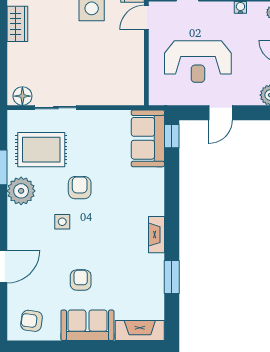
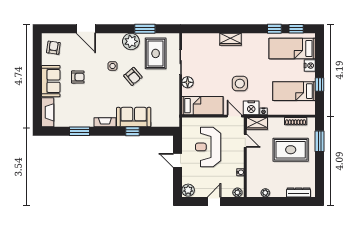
bed: (129, 71) -> (202, 106), added
floor lamp: (22, 96) -> (188, 82), moved
window: (172, 136) -> (133, 131), moved
sofa: (148, 138) -> (134, 117), moved
armchair: (80, 188) -> (133, 76), turned 50

